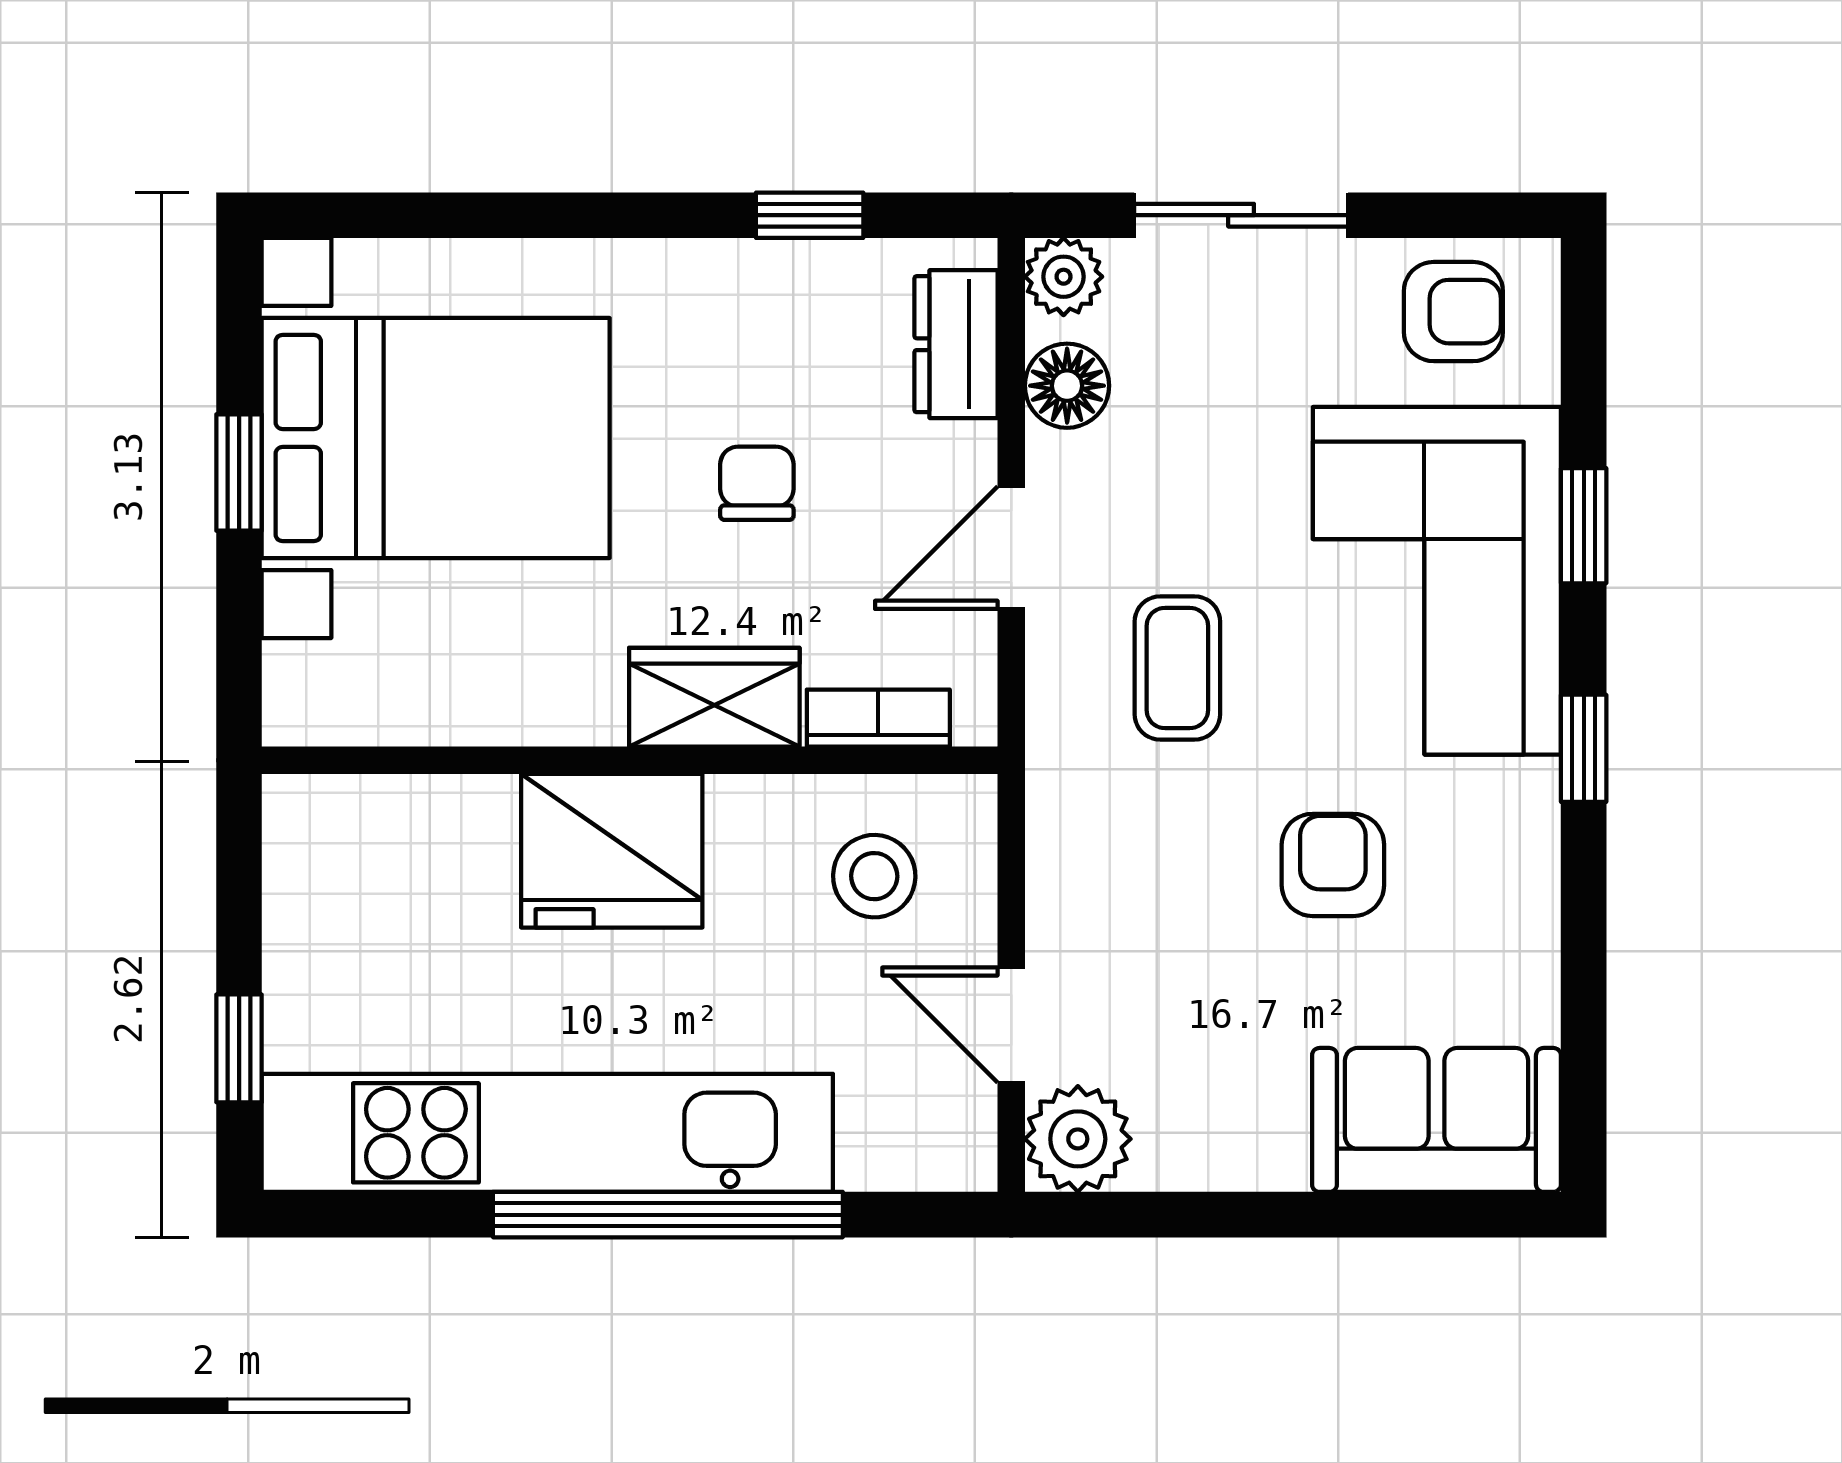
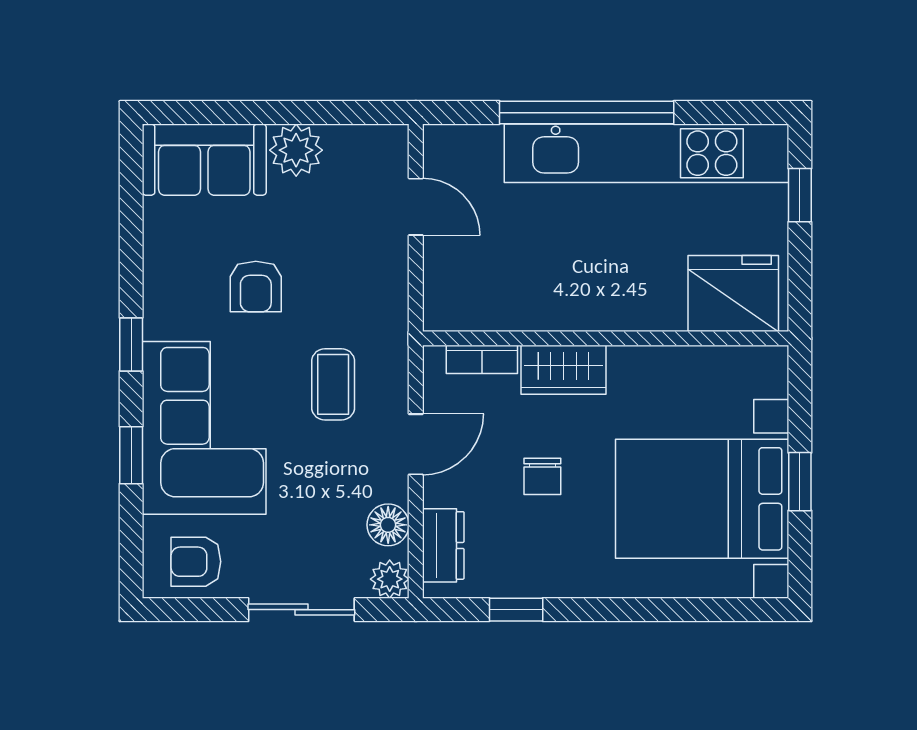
fridge: (612, 851) -> (733, 293), moved
stool: (874, 876) -> (484, 281), removed
plant: (1078, 1139) -> (296, 150), moved

